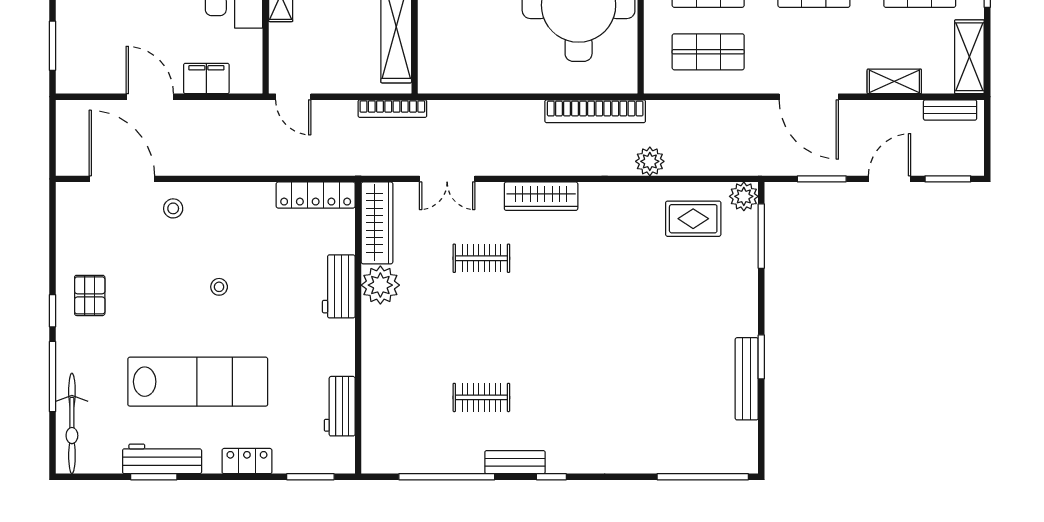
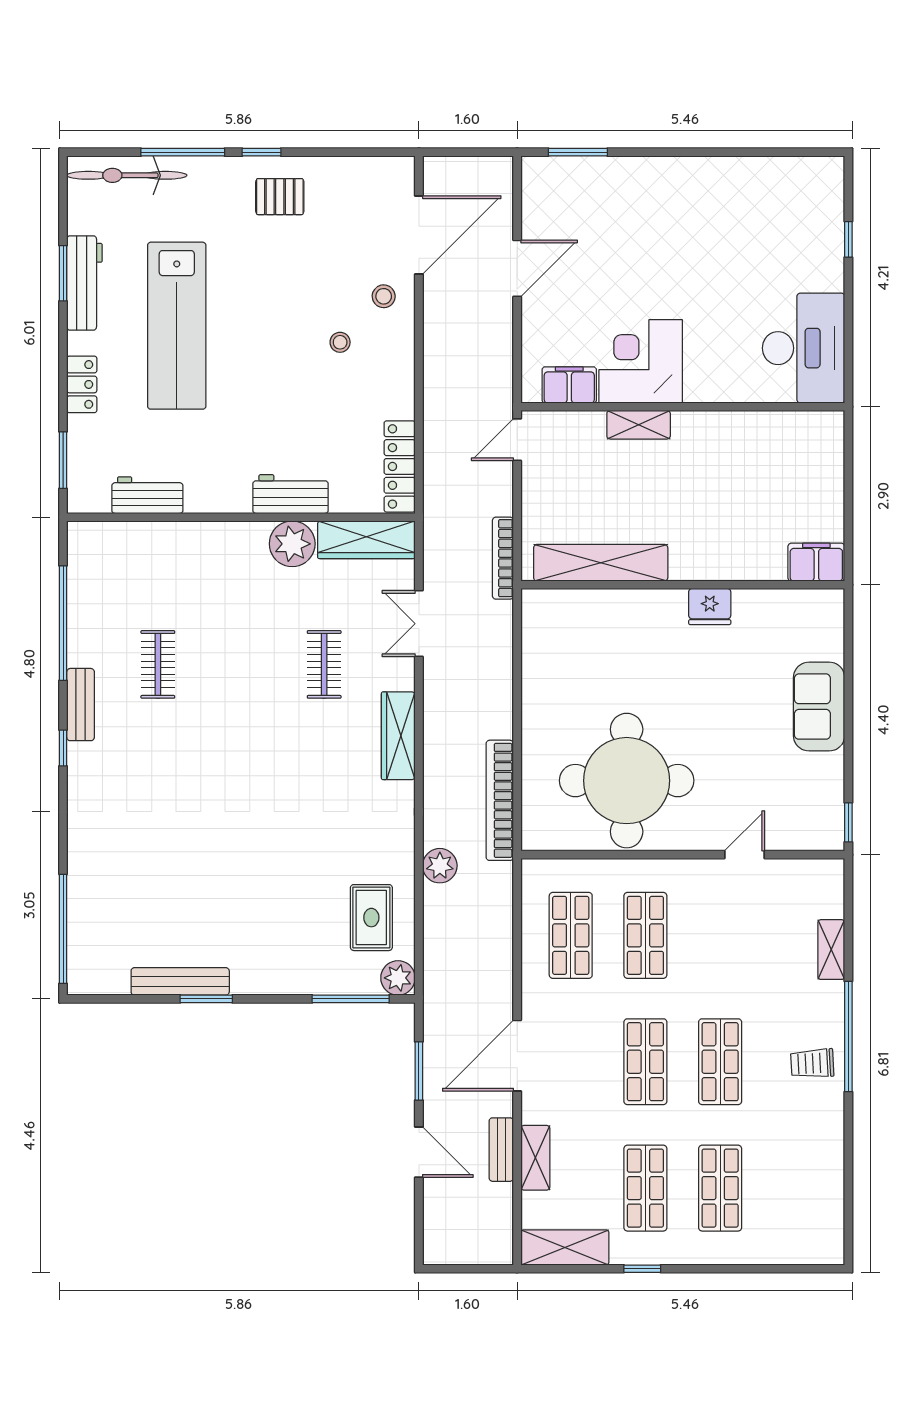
filing cabinet: (206, 78) -> (569, 385), moved, turned -90
bench: (950, 110) -> (501, 1150), moved
window: (948, 179) -> (419, 1222), removed
stool: (219, 287) -> (340, 342), moved

